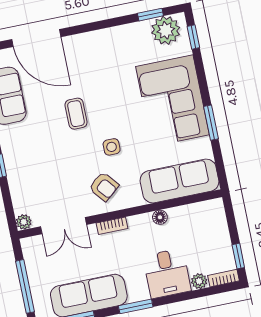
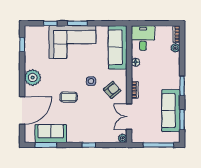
plant: (166, 30) -> (33, 77), moved
window: (193, 37) -> (50, 23), moved
window: (211, 123) -> (77, 23), moved
double door: (64, 226) -> (129, 117), swing flipped
window: (238, 256) -> (166, 23), removed
desk: (167, 273) -> (143, 38), moved, turned -90

